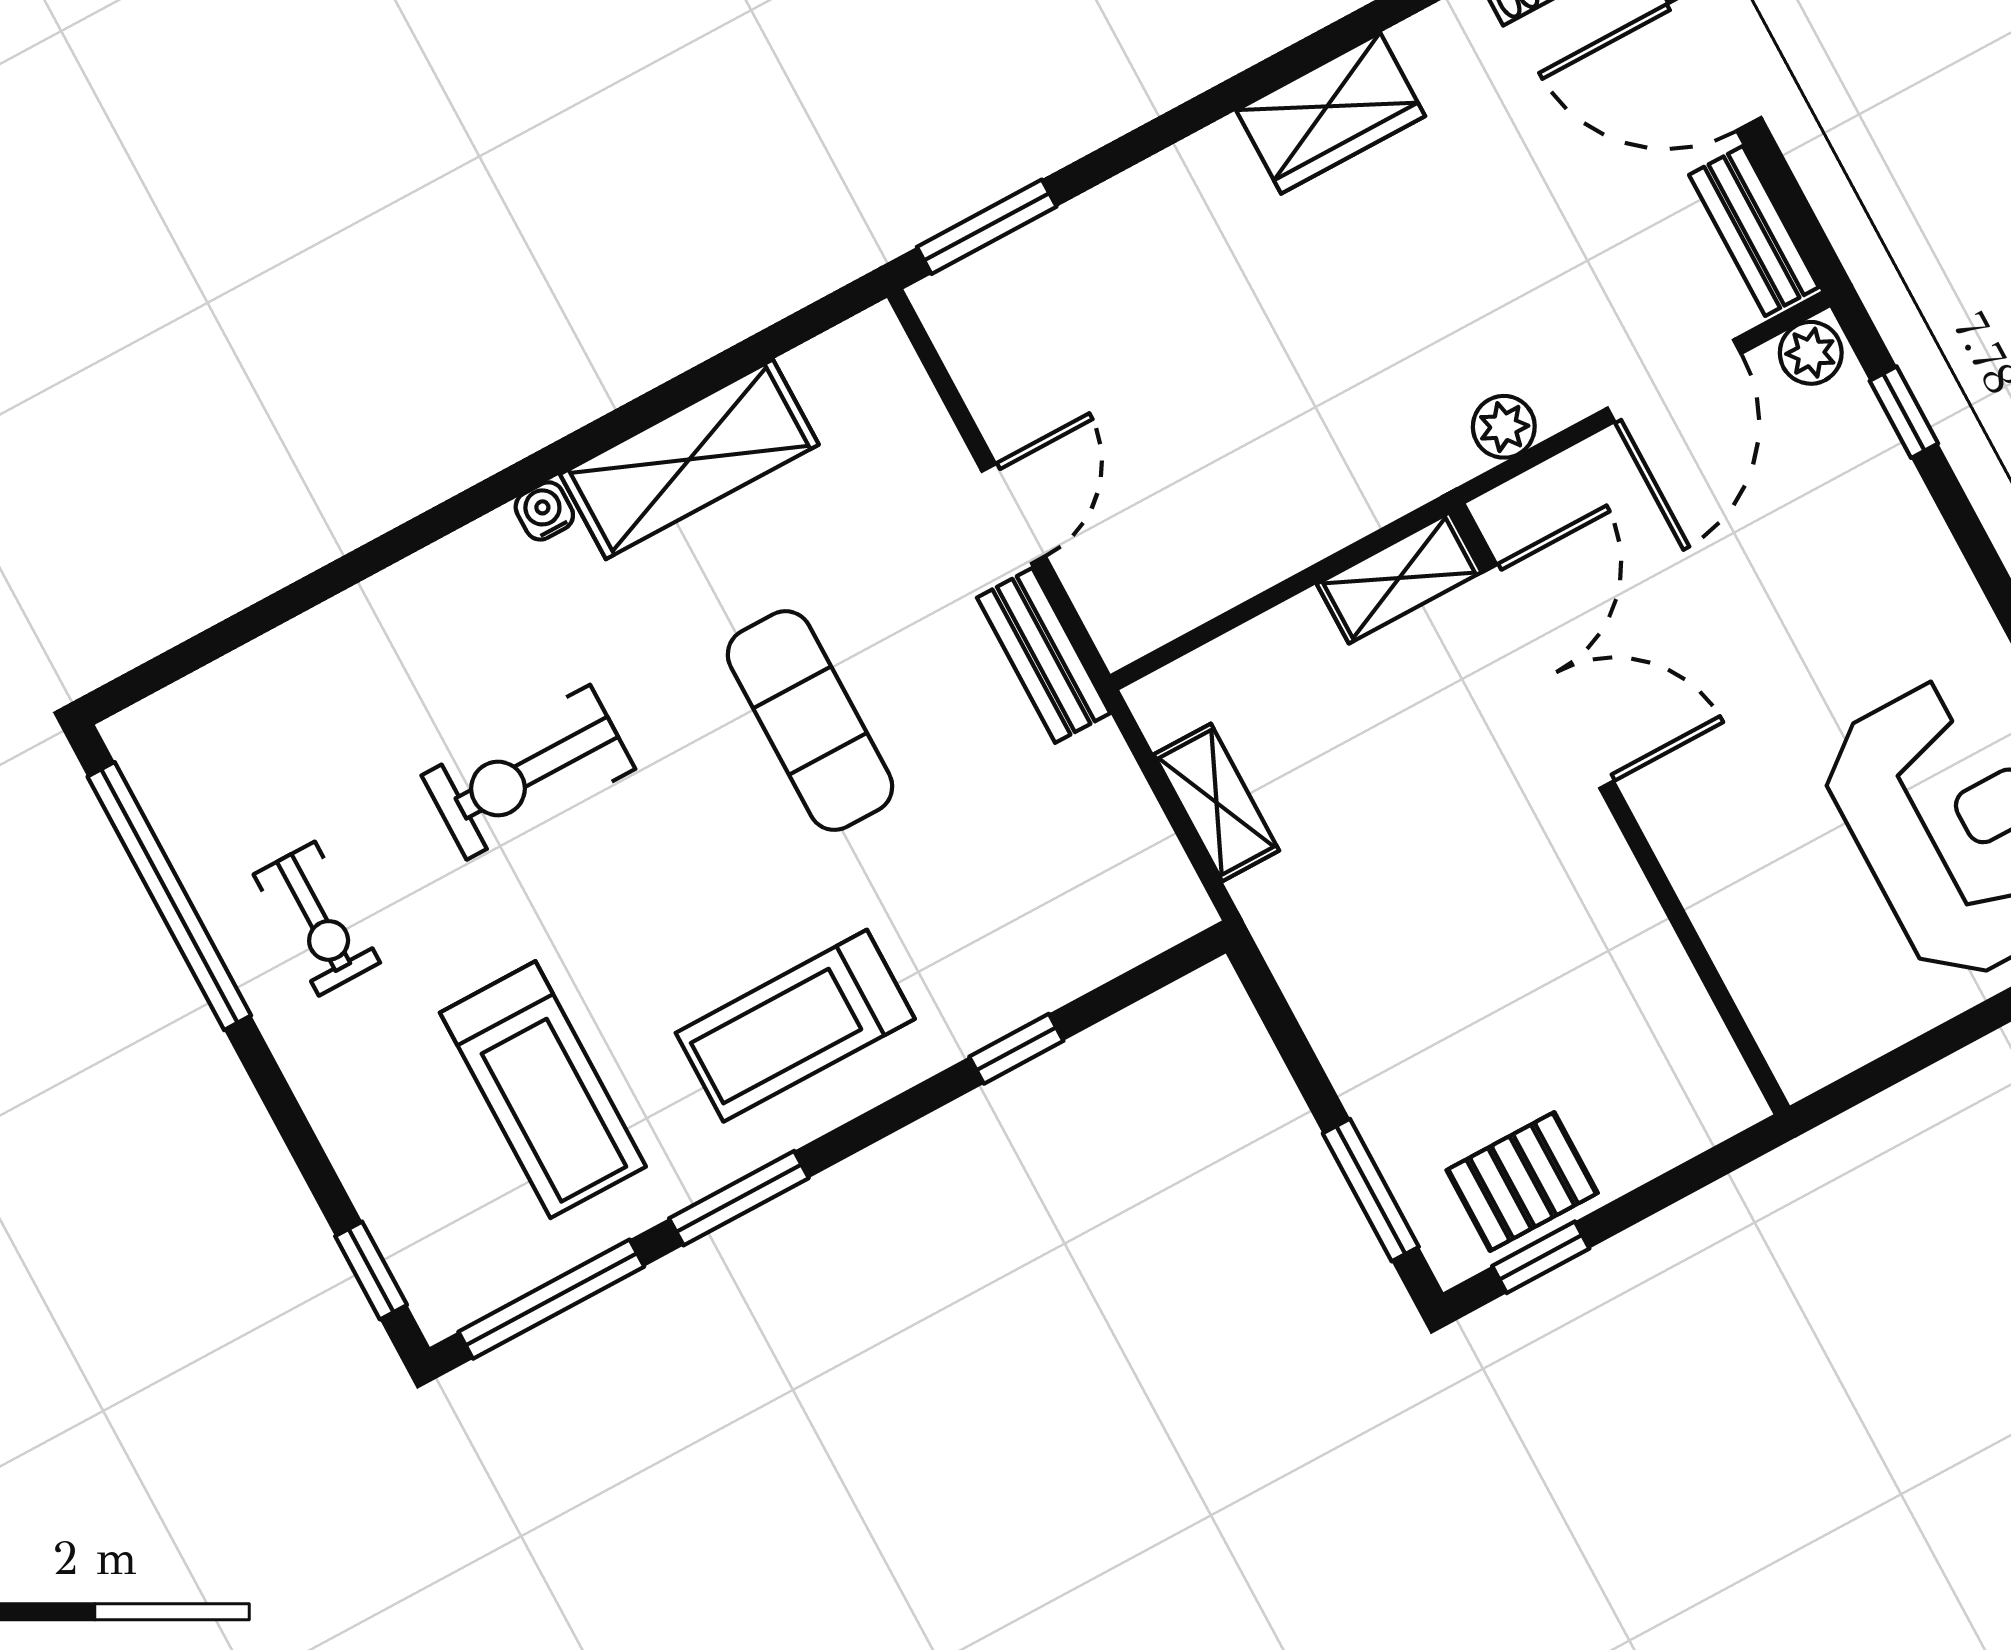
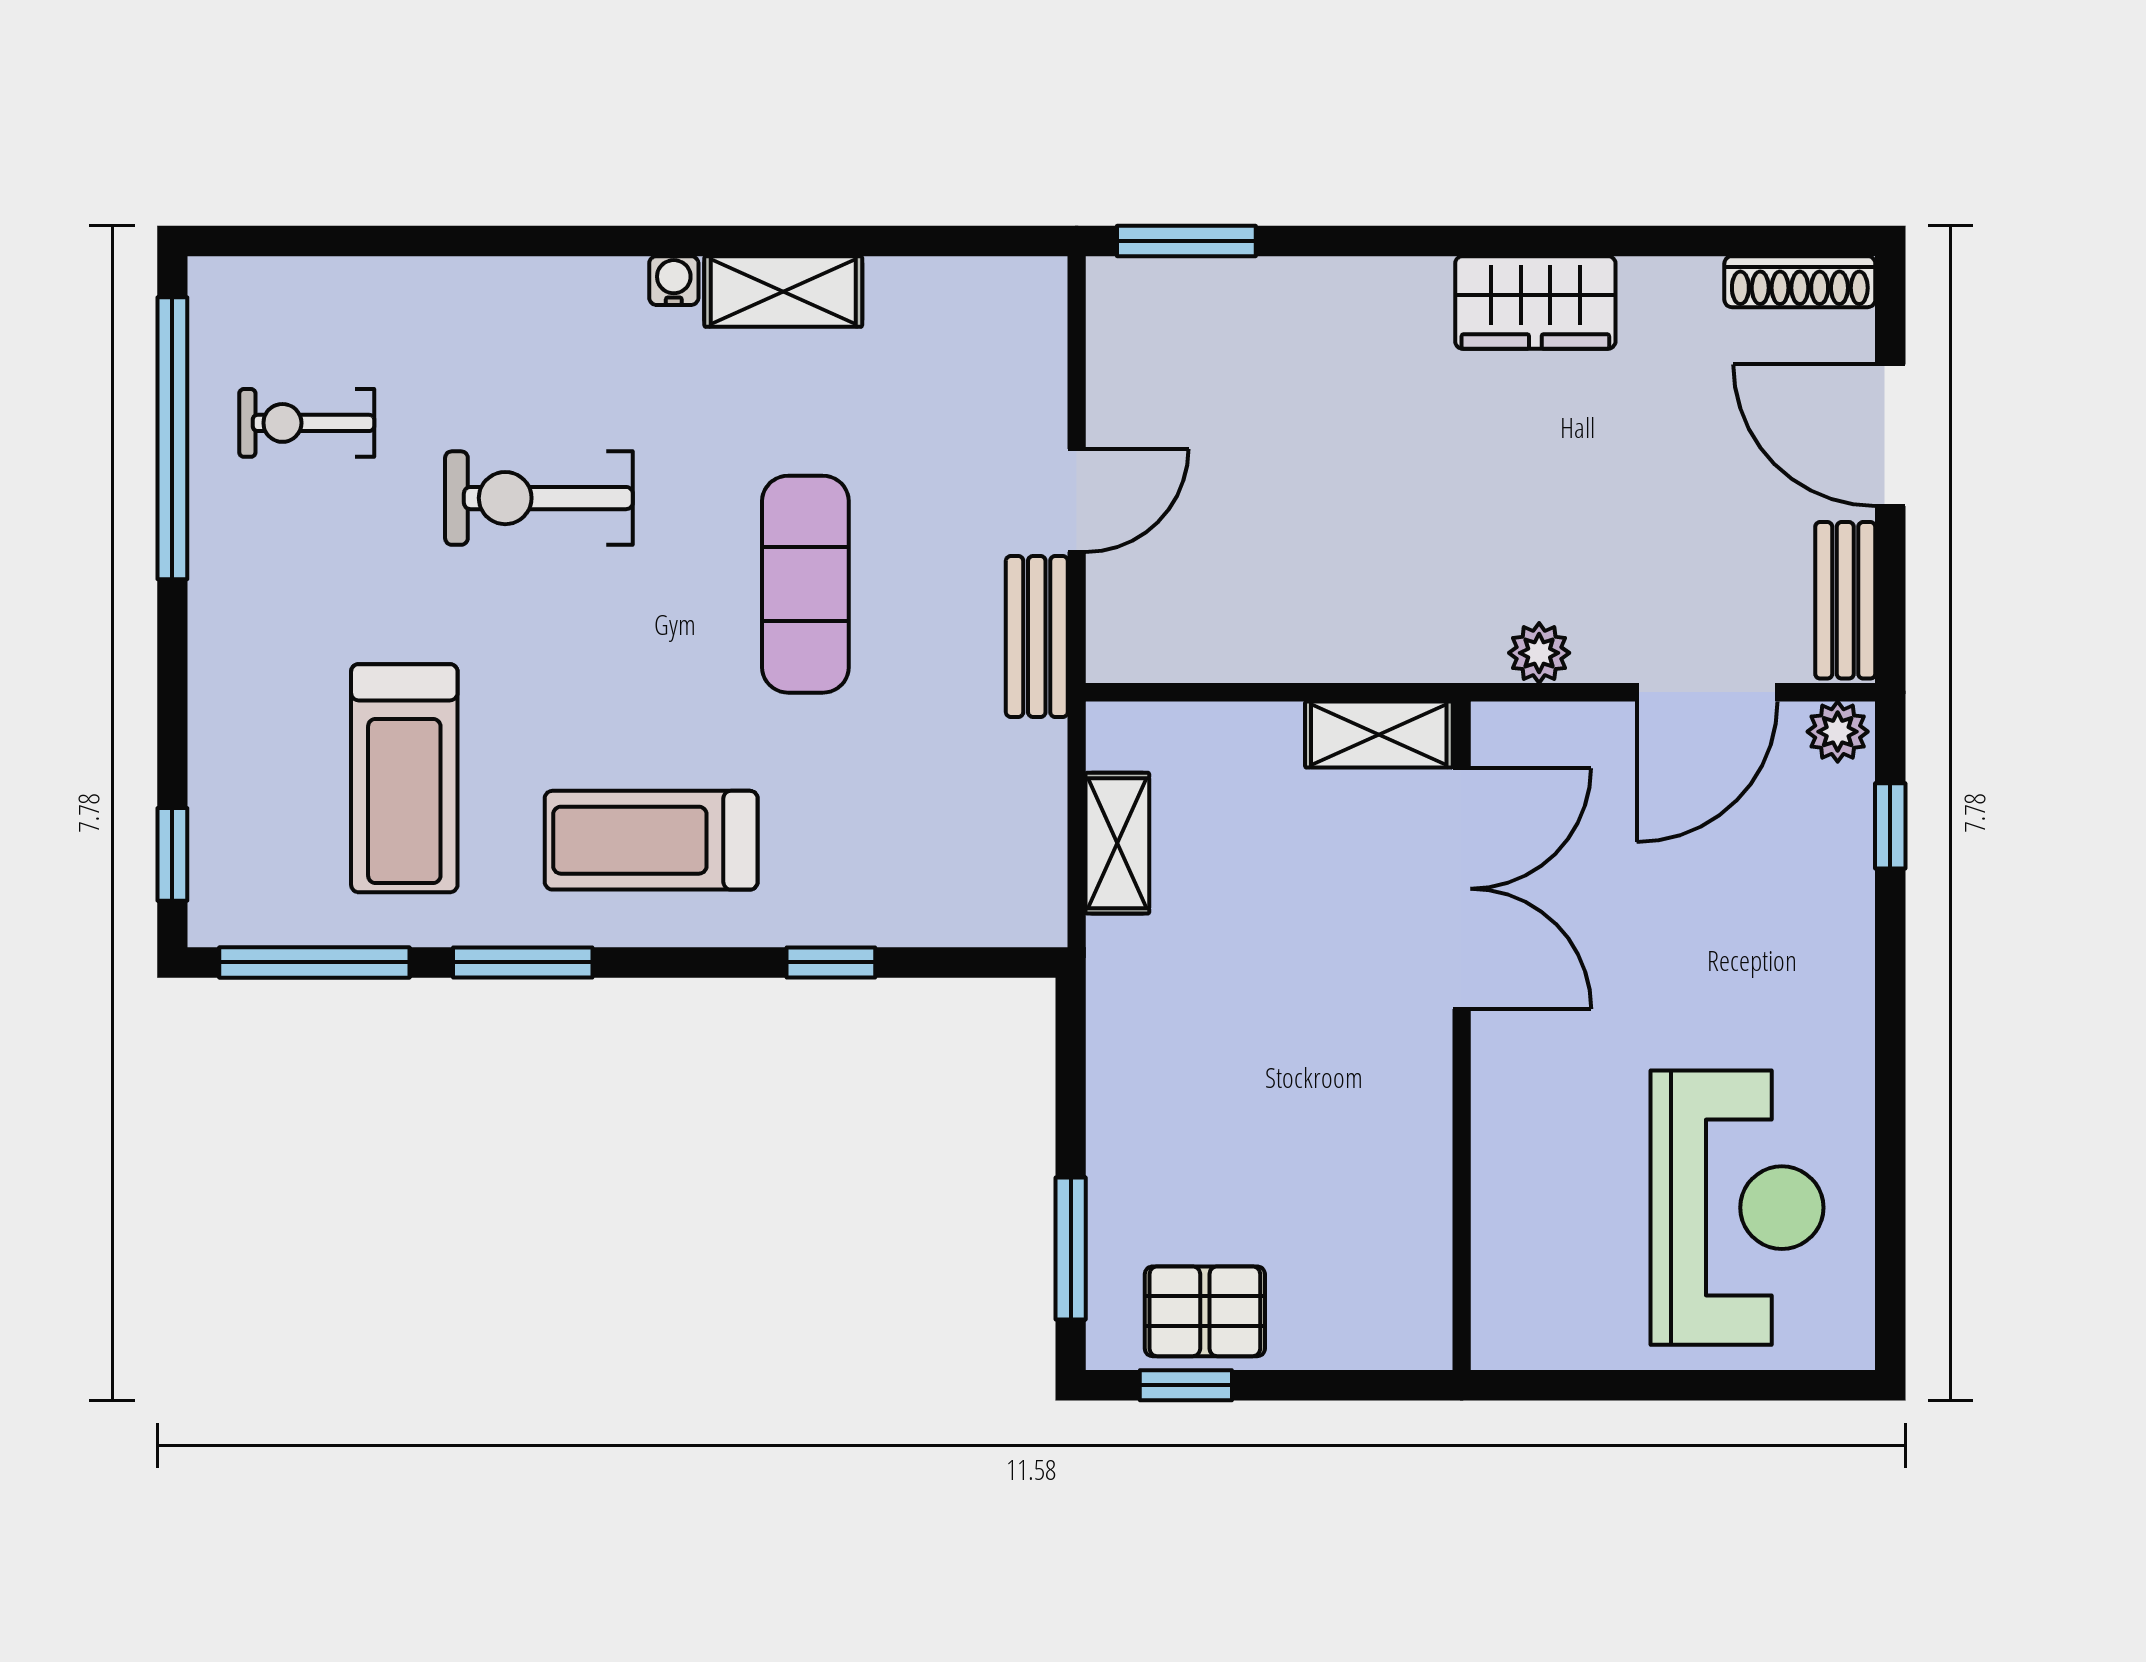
shelving: (689, 459) -> (783, 291), width x0.67, depth x0.75
exercise bike: (317, 919) -> (307, 423), moved, turned 90

